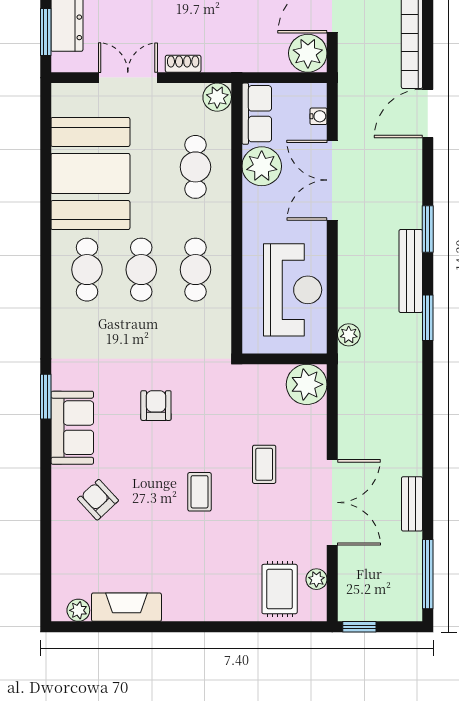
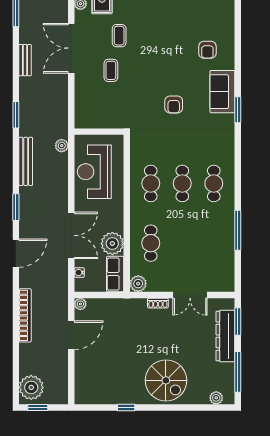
plant: (308, 53) -> (80, 304), width x0.53, depth x0.53
door: (428, 114) -> (16, 253), moved
booth: (90, 173) -> (212, 239), removed
window: (46, 189) -> (238, 230), added
bench: (411, 271) -> (26, 161), moved
window: (428, 318) -> (16, 115), moved
plant: (307, 384) -> (86, 117), removed
coffee table: (200, 492) -> (119, 36), moved
armchair: (98, 500) -> (207, 50), turned 43
bench: (412, 504) -> (25, 60), moved

